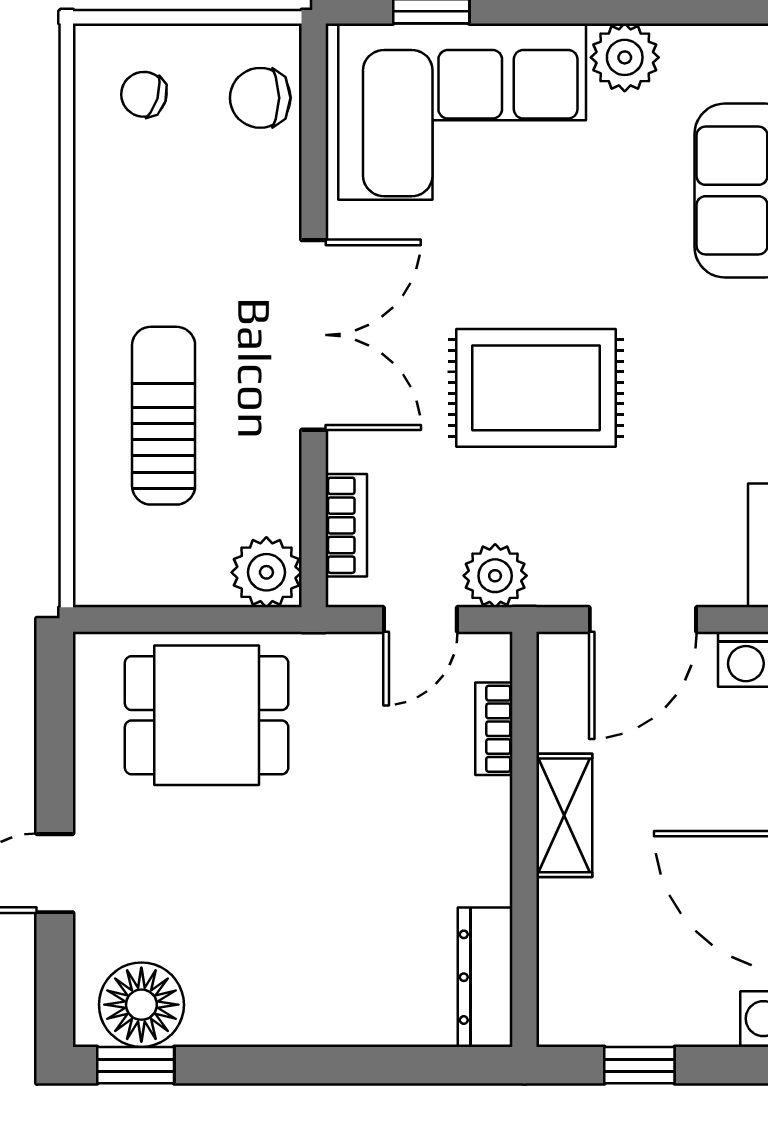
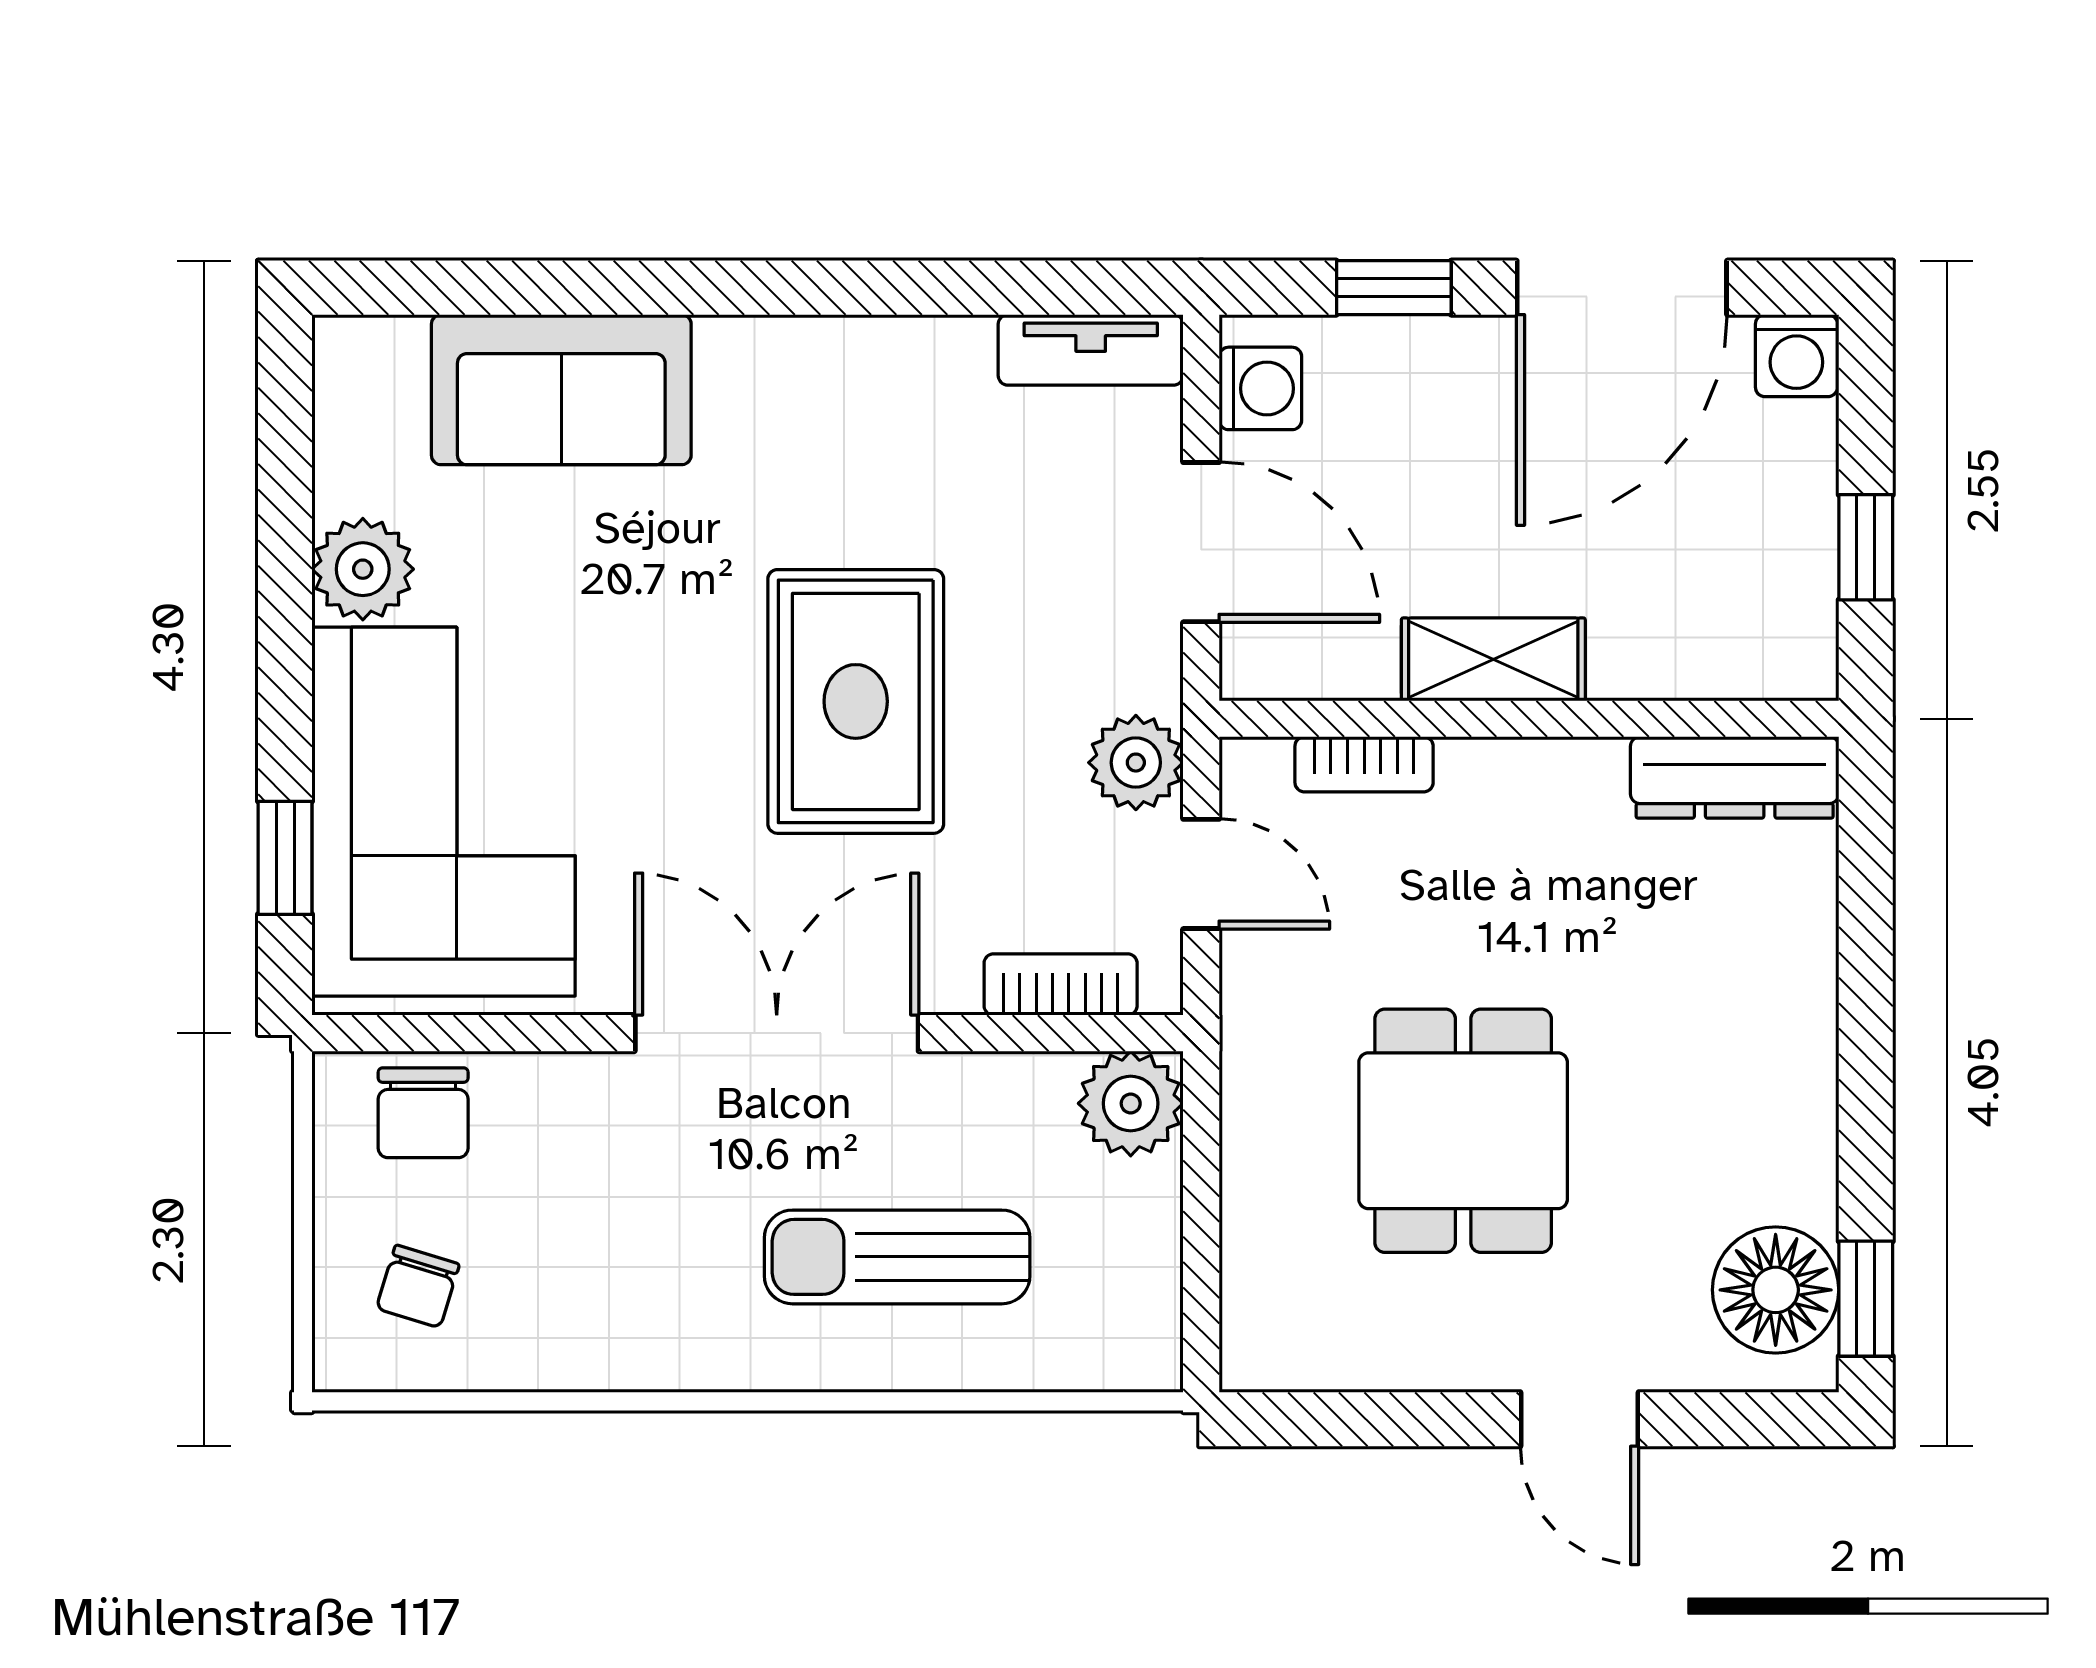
dining table: (207, 715) -> (1463, 1131), moved

